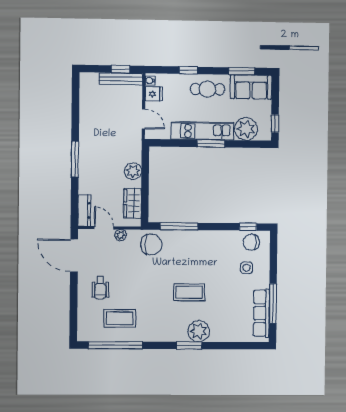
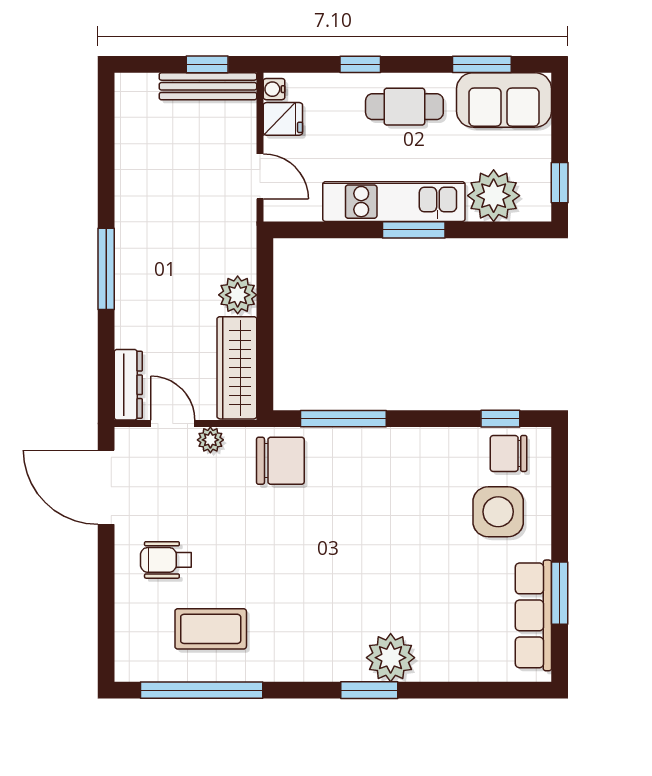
wardrobe: (132, 203) -> (237, 368), width x1.50
side table: (247, 268) -> (498, 512), width x1.87, depth x1.87
wheelchair: (100, 288) -> (166, 560), turned 90
coffee table: (189, 292) -> (368, 569), removed
window: (273, 304) -> (560, 593), width x0.69

